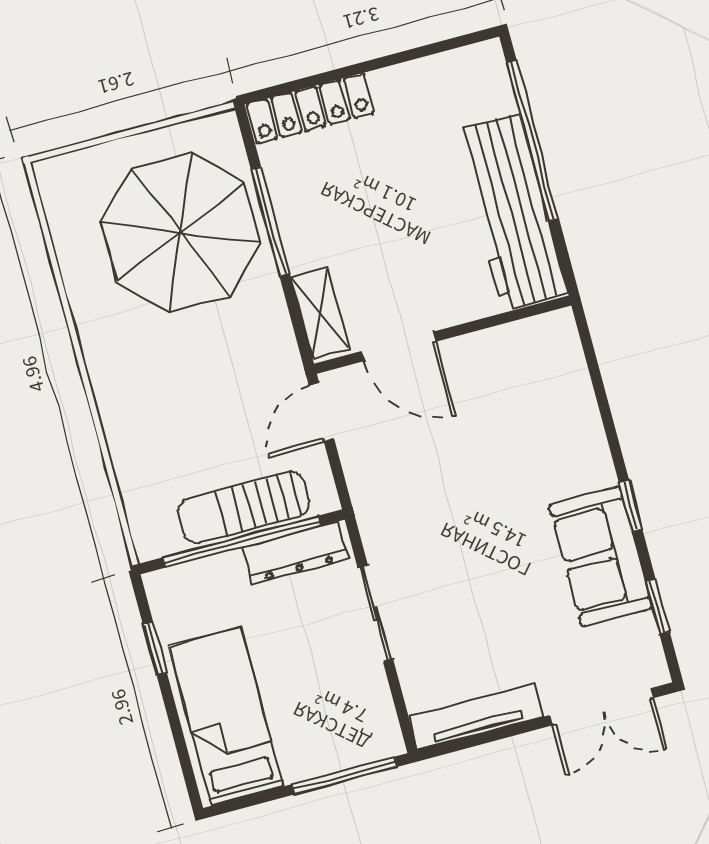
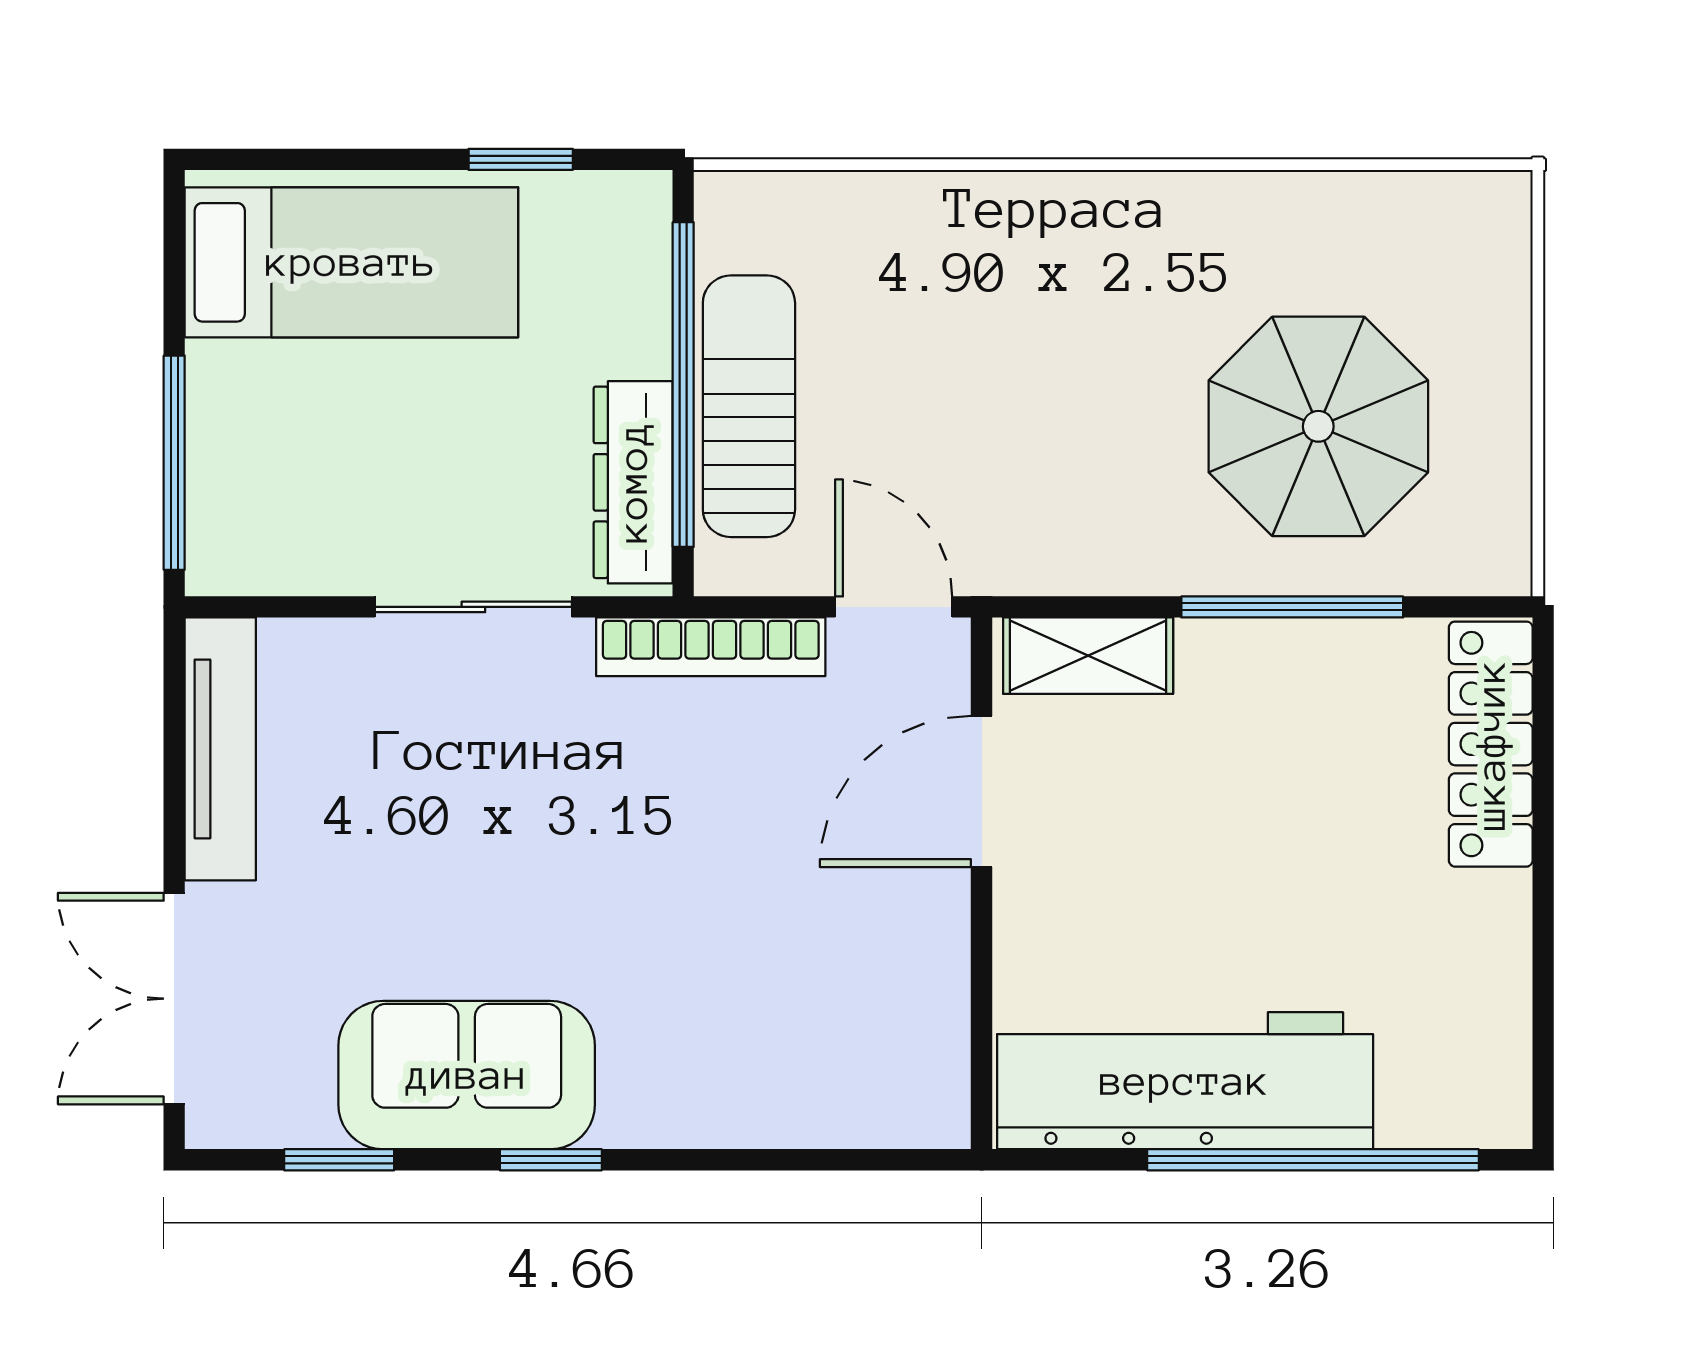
parasol: (180, 232) -> (1318, 426), width x0.73, depth x0.73
bookcase: (364, 495) -> (711, 647), added

